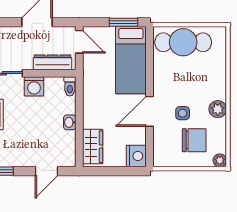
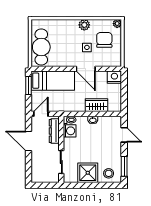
washing machine: (34, 86) -> (70, 131), moved
wardrobe: (93, 147) -> (96, 105), moved

